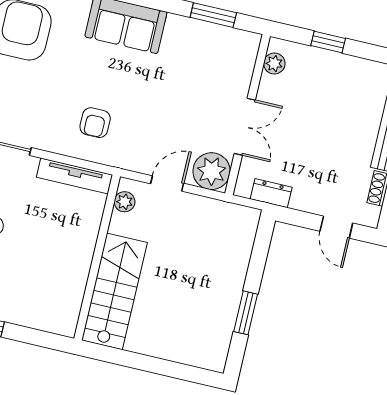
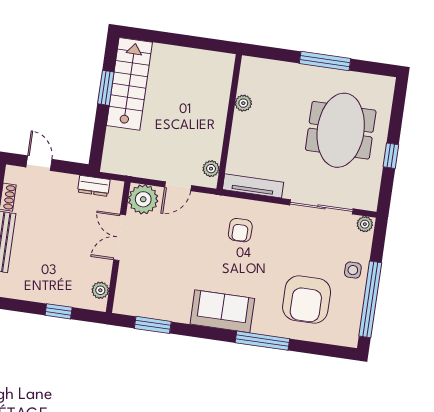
armchair: (95, 123) -> (240, 230), turned 180
plant: (78, 279) -> (243, 103), added
stairs: (114, 291) -> (129, 84), moved, turned 180

